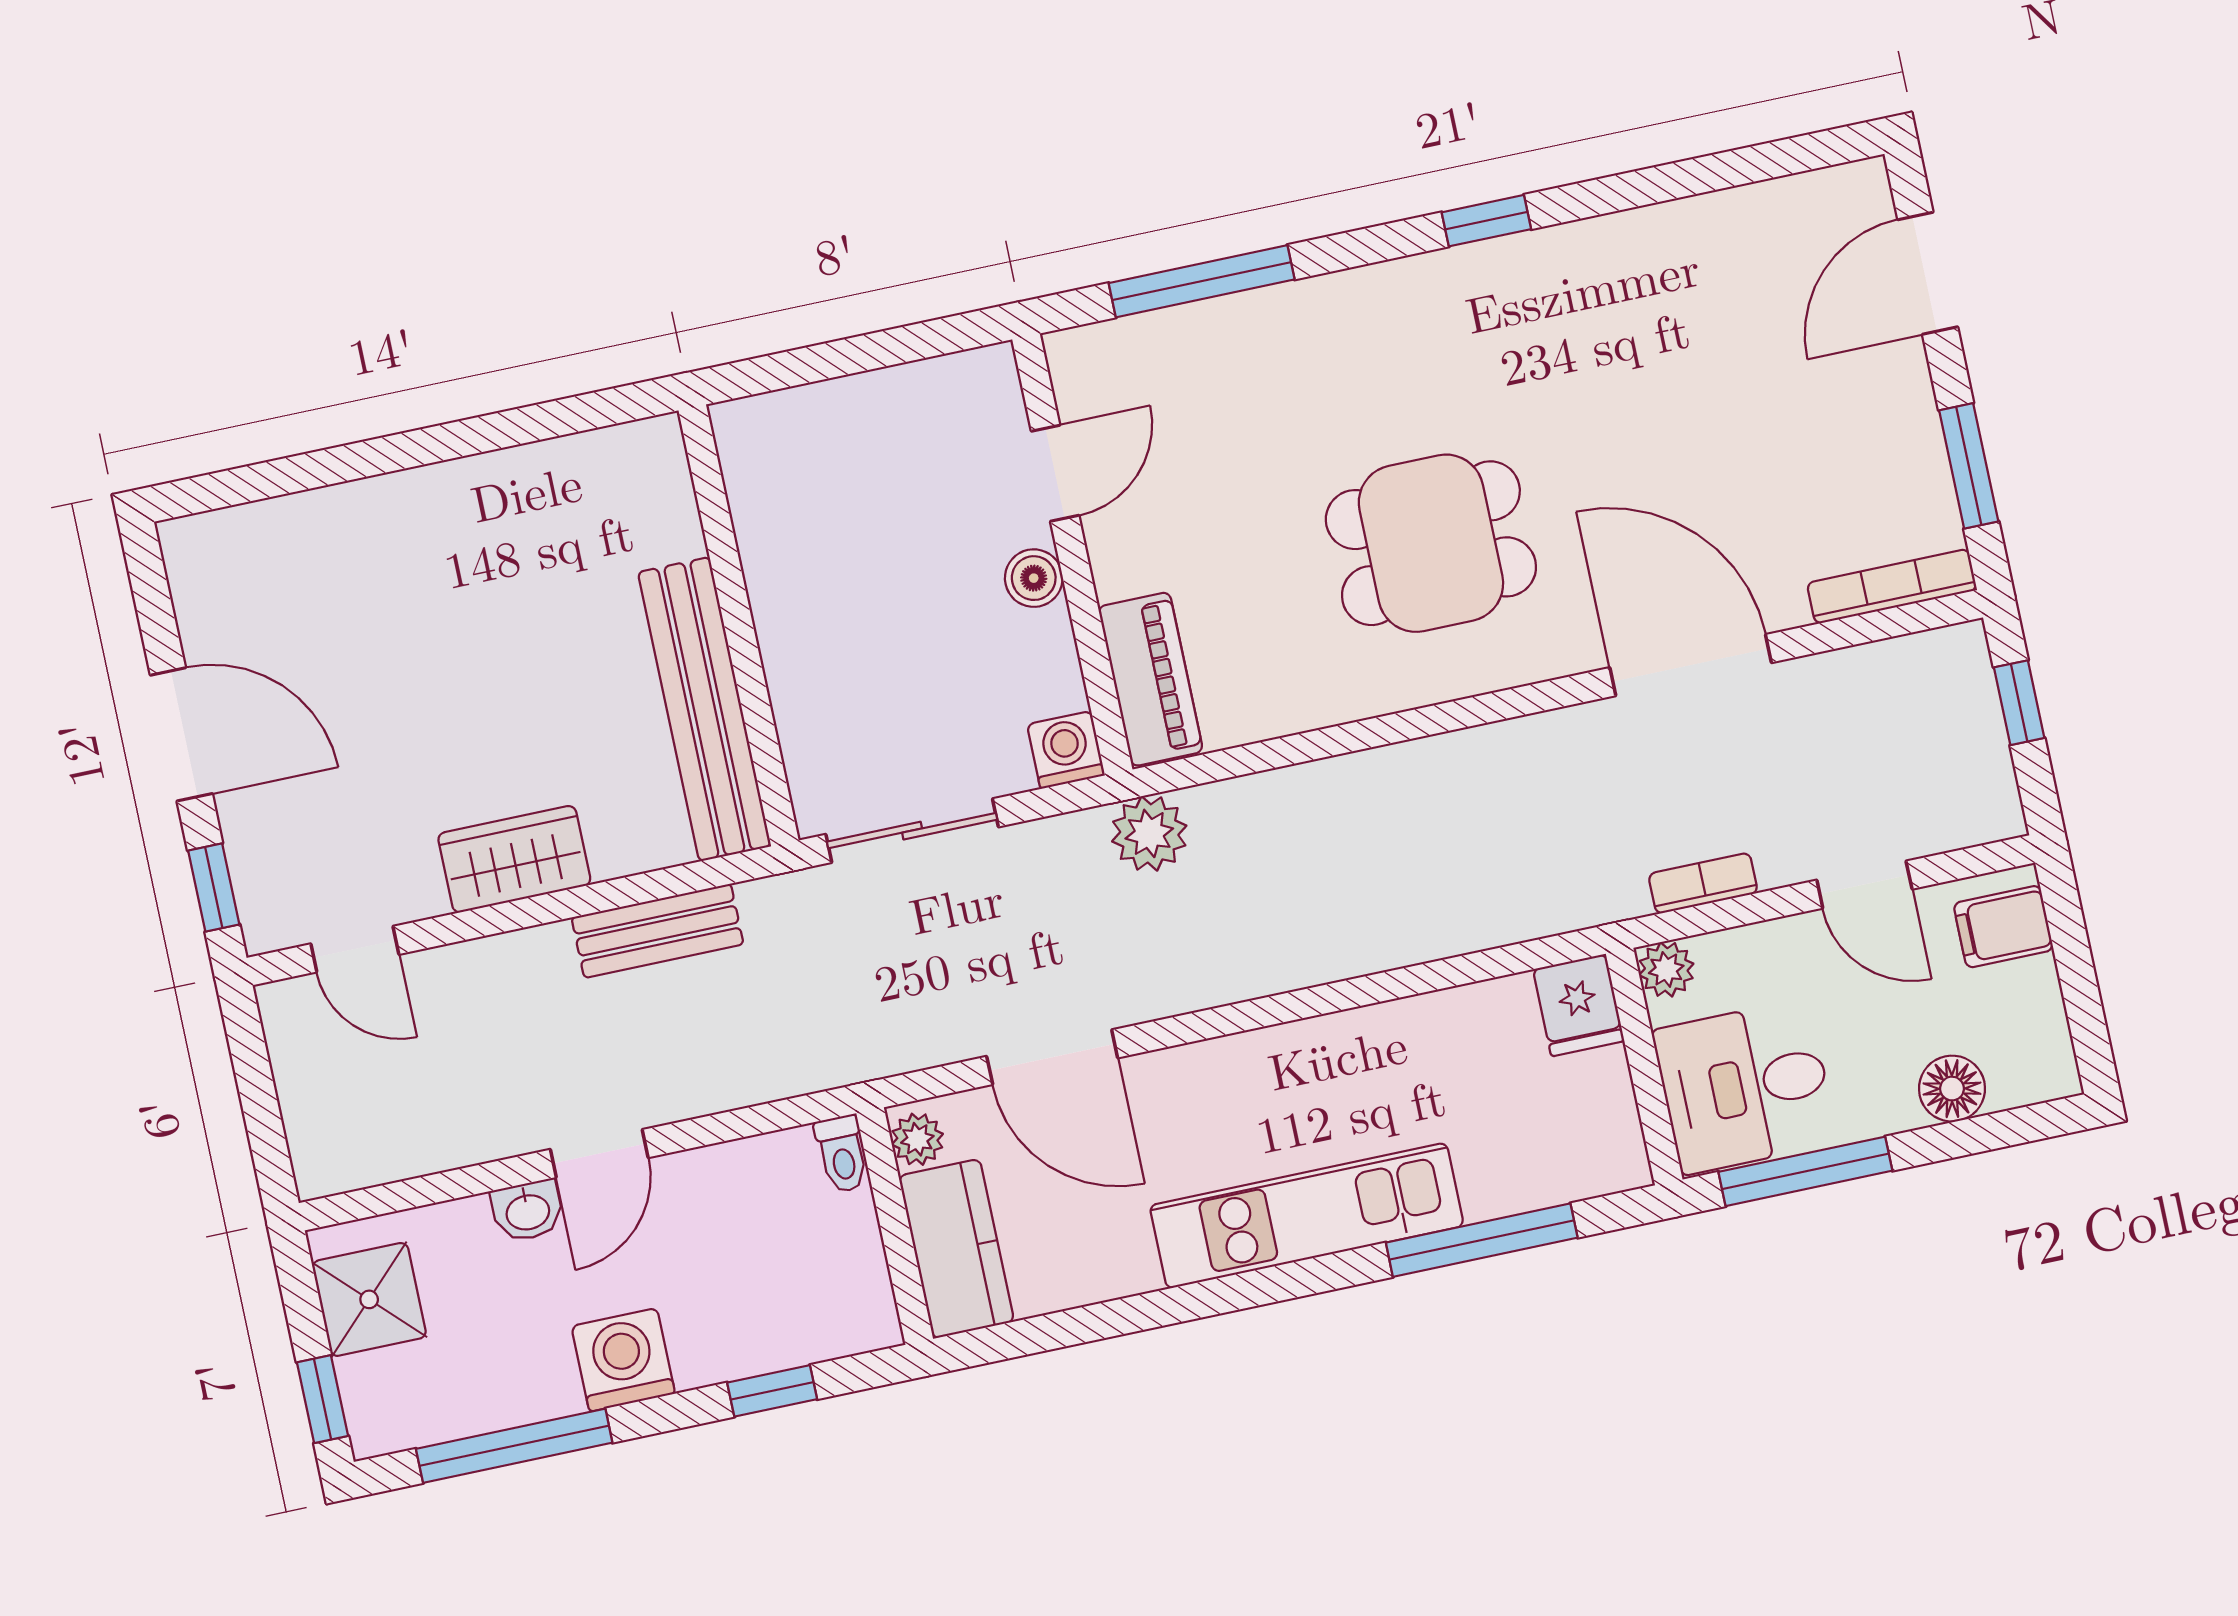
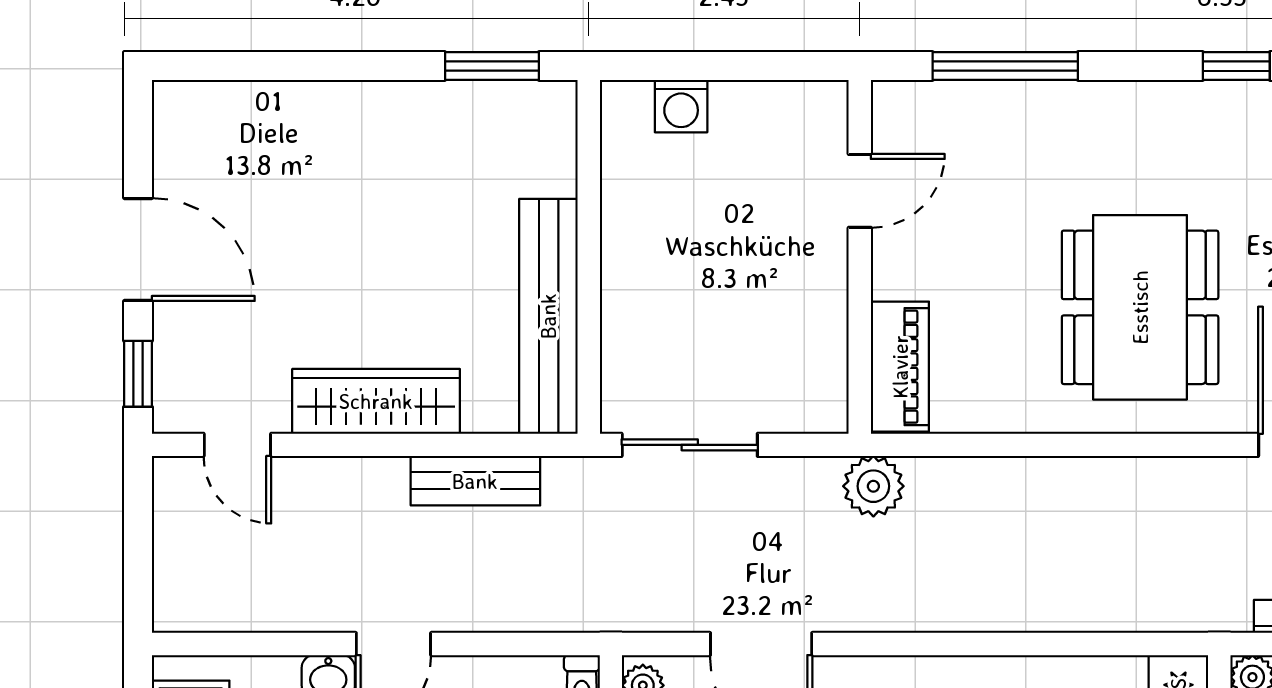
window: (569, 416) -> (492, 66), added
dining table: (1431, 543) -> (1140, 307), width x1.38
boiler: (1034, 578) -> (826, 269), removed
washing machine: (1066, 750) -> (681, 106), moved, turned 180
wardrobe: (514, 859) -> (376, 401), width x1.50

